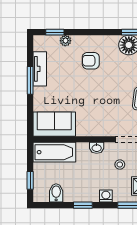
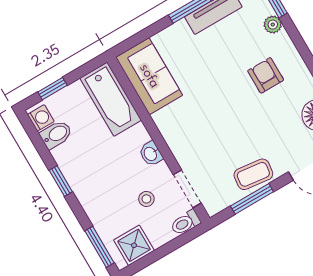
washing machine: (106, 196) -> (41, 118), moved

